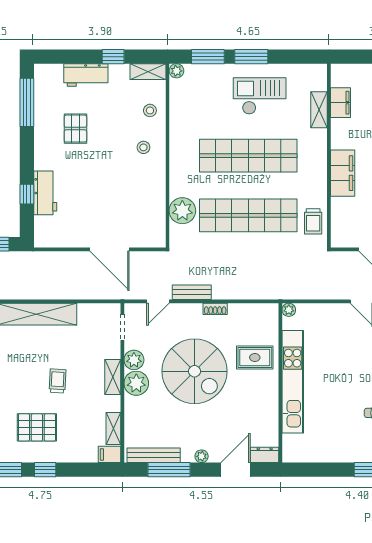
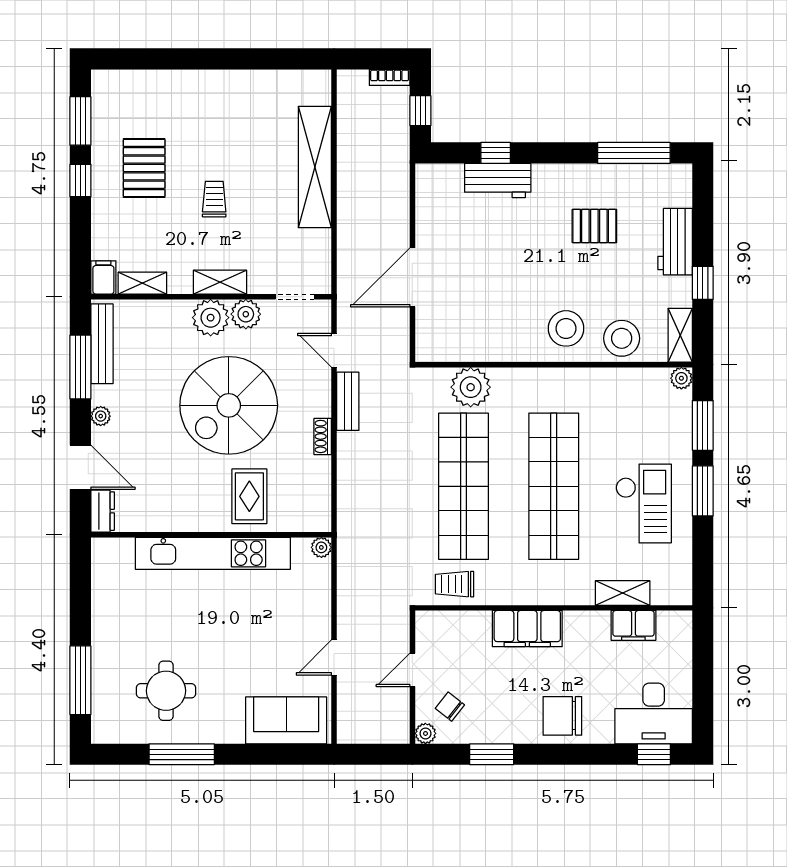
stool: (150, 110) -> (622, 338), width x1.89, depth x1.89
stool: (143, 147) -> (566, 328), width x1.89, depth x1.89
trolley: (58, 381) -> (214, 199), turned -93

